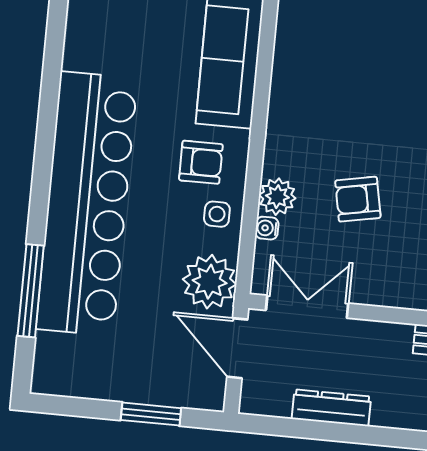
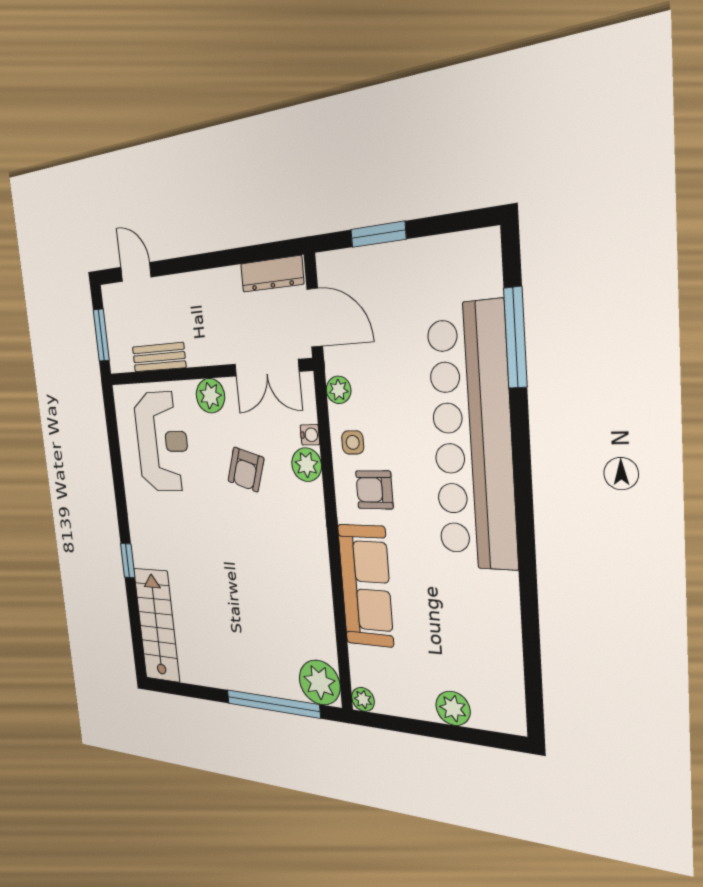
armchair: (358, 199) -> (246, 470), turned 119
plant: (210, 282) -> (339, 390), width x0.53, depth x0.53
plant: (389, 288) -> (210, 396), added
dresser: (331, 408) -> (272, 274), moved

